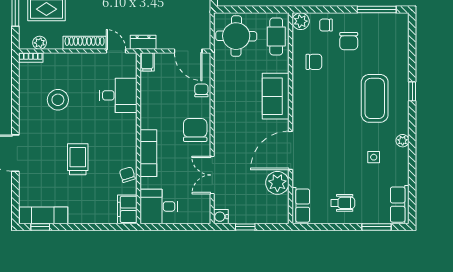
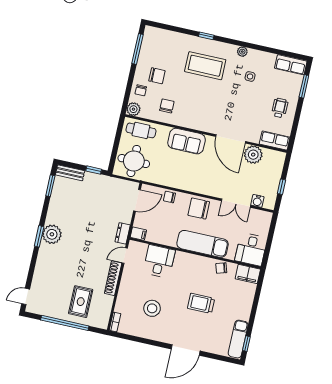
plant: (40, 43) -> (105, 313), removed
exam couch: (148, 153) -> (203, 244), width x1.36, depth x1.45
water cooler: (221, 217) -> (257, 201), moved

